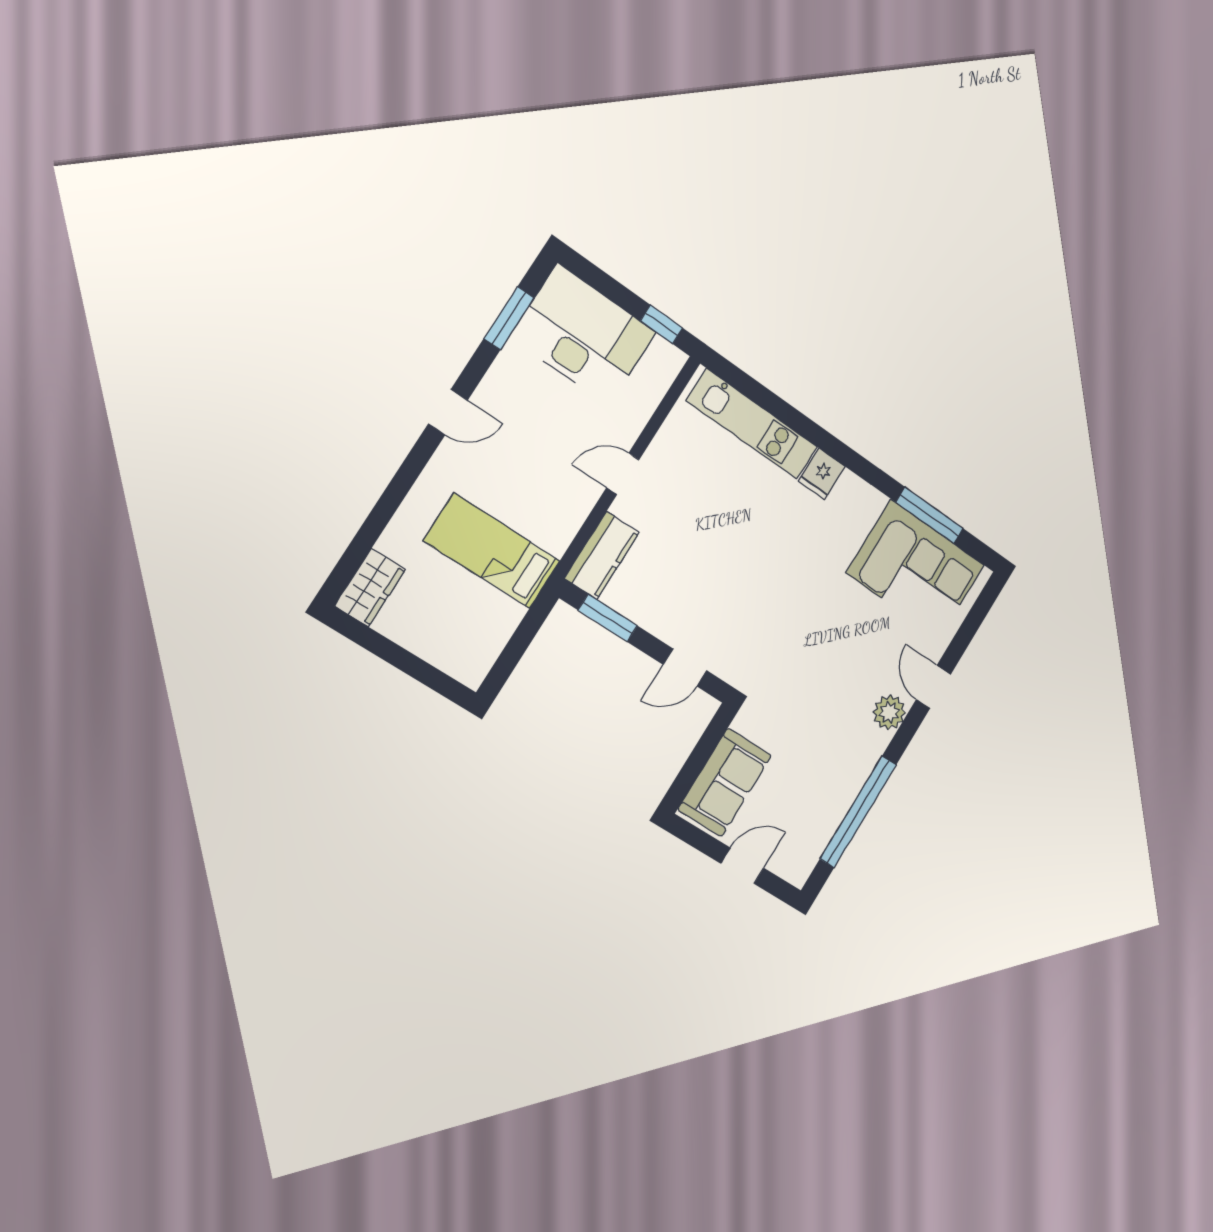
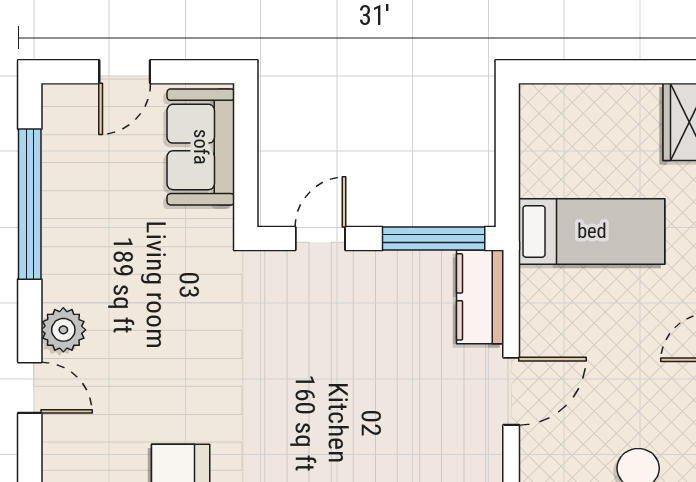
door: (623, 474) -> (511, 391), width x1.38
window: (608, 618) -> (434, 239), width x1.44

